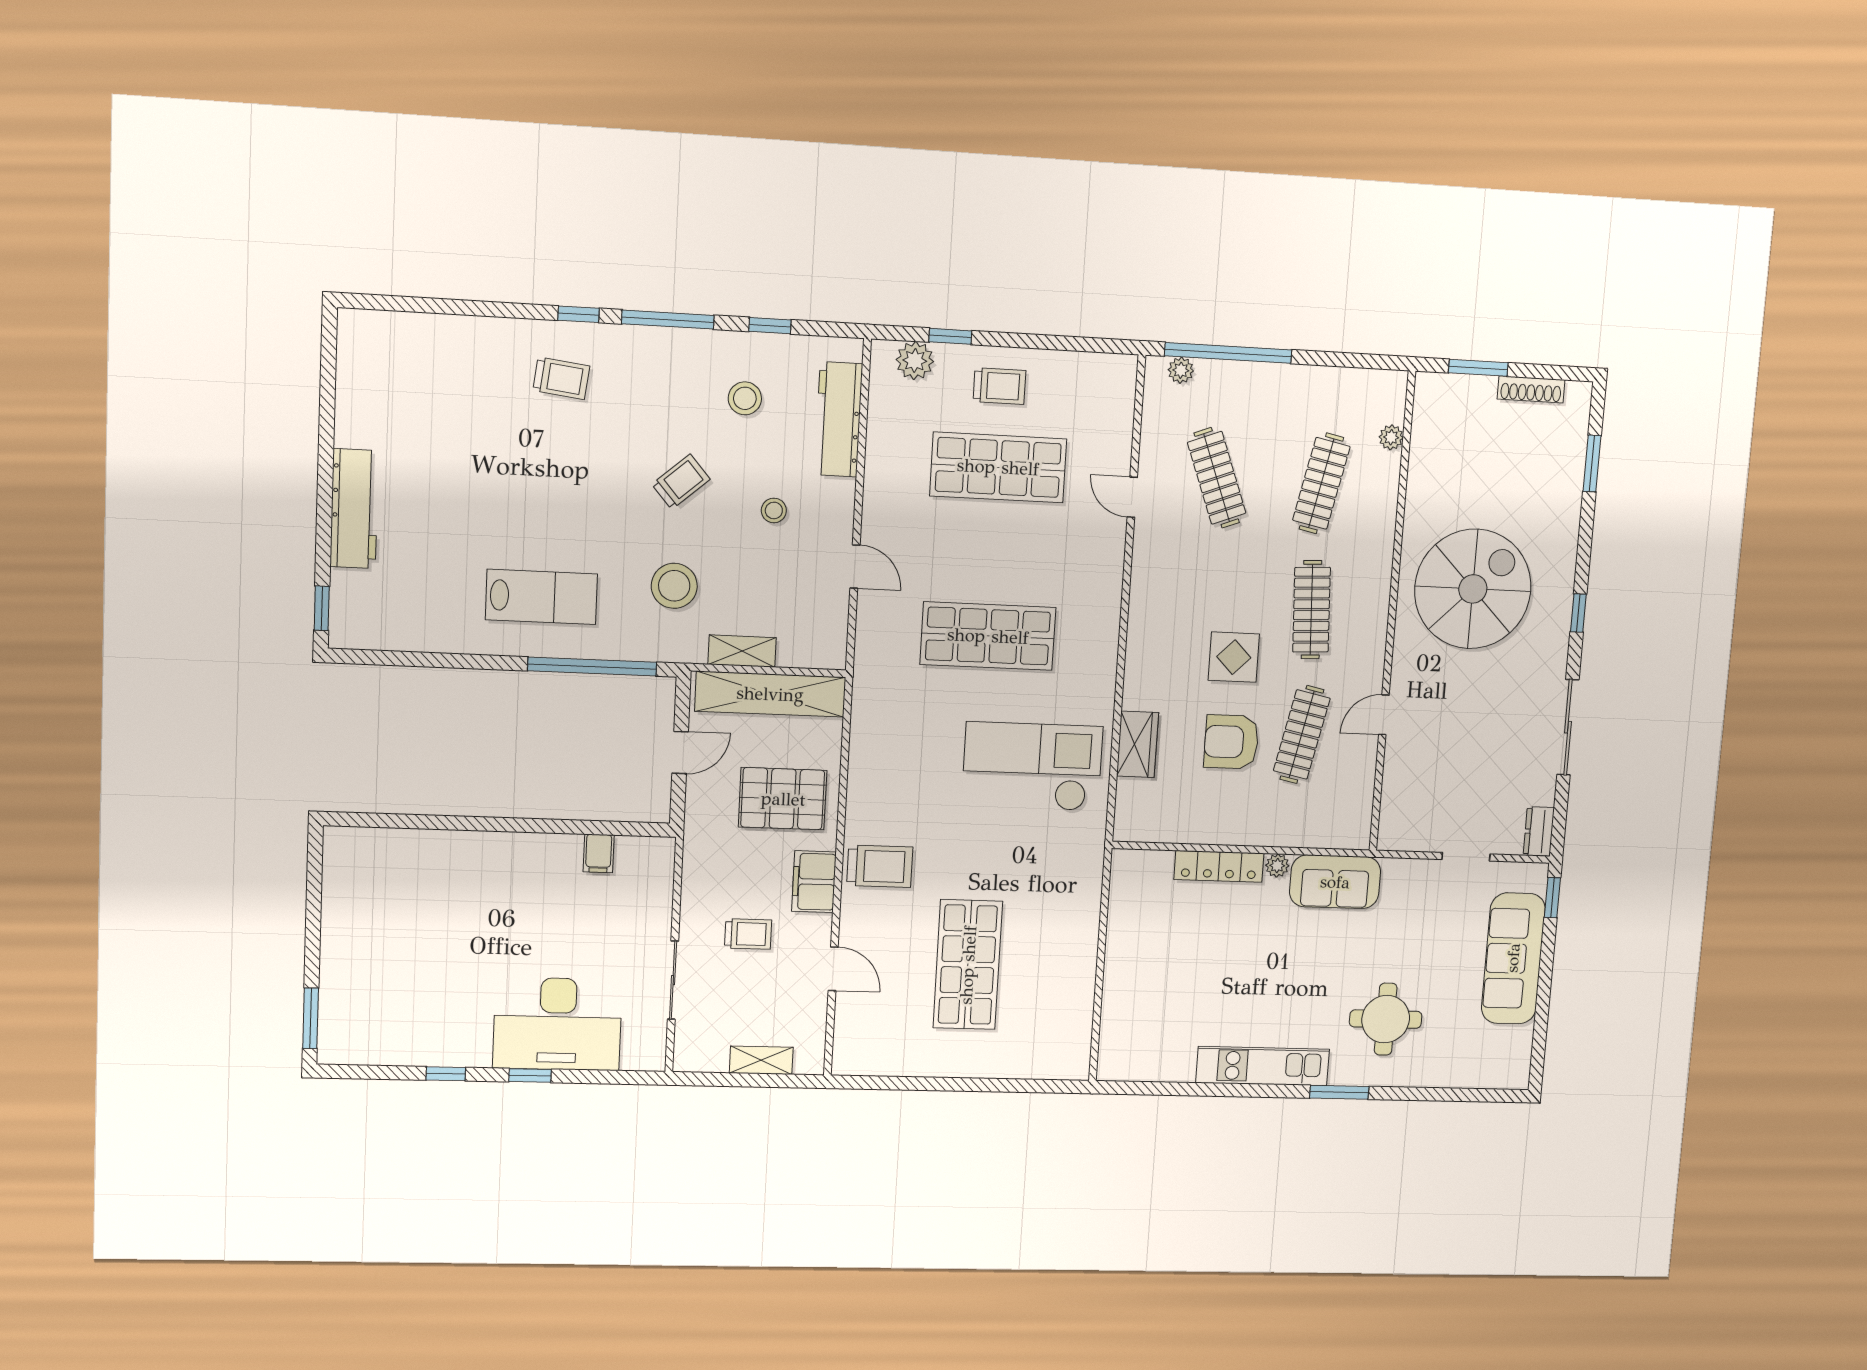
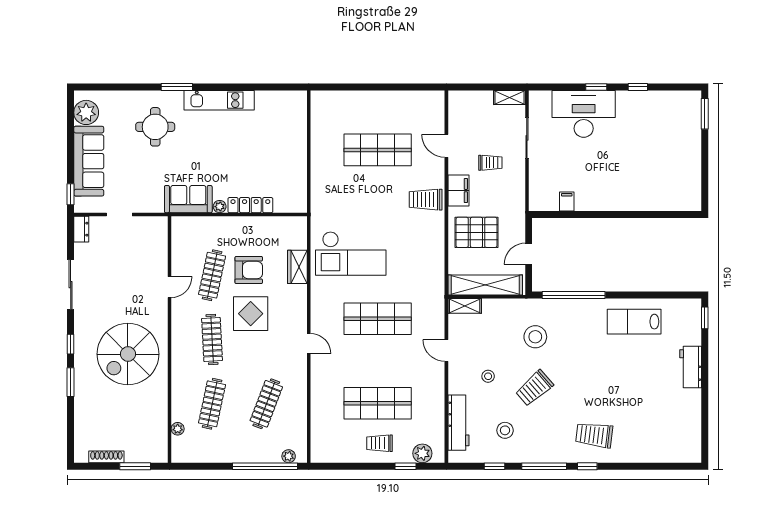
trolley: (561, 378) -> (594, 435), width x1.36, depth x1.39
window: (1592, 463) -> (71, 382), moved
clothes rail: (1217, 478) -> (266, 404), turned 42
trolley: (681, 482) -> (534, 388), width x1.36, depth x1.39
door: (1132, 497) -> (309, 344), moved
workbench: (354, 509) -> (691, 367), width x0.73
lab bench: (541, 597) -> (634, 322), moved
shelving: (742, 651) -> (465, 306), moved
display table: (1234, 657) -> (251, 314), width x1.36, depth x1.36
trolley: (748, 934) -> (490, 163), turned 180
shop shelf: (968, 965) -> (378, 150), turned 90
plant: (1510, 1049) -> (86, 112), added
shelving: (761, 1060) -> (509, 97), moved

